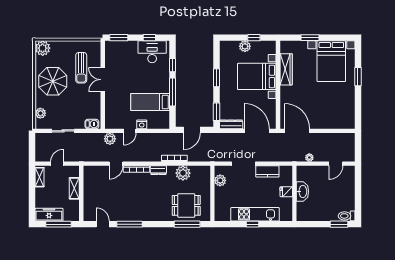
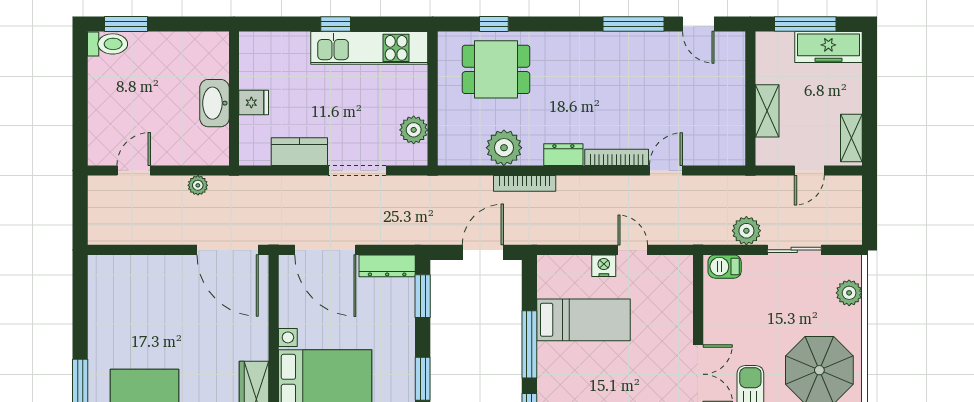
door: (130, 131) -> (633, 250), hinge flipped
plant: (110, 139) -> (746, 231), moved
kitchen unit: (255, 214) -> (369, 48), moved
window: (187, 224) -> (494, 24), width x0.46

